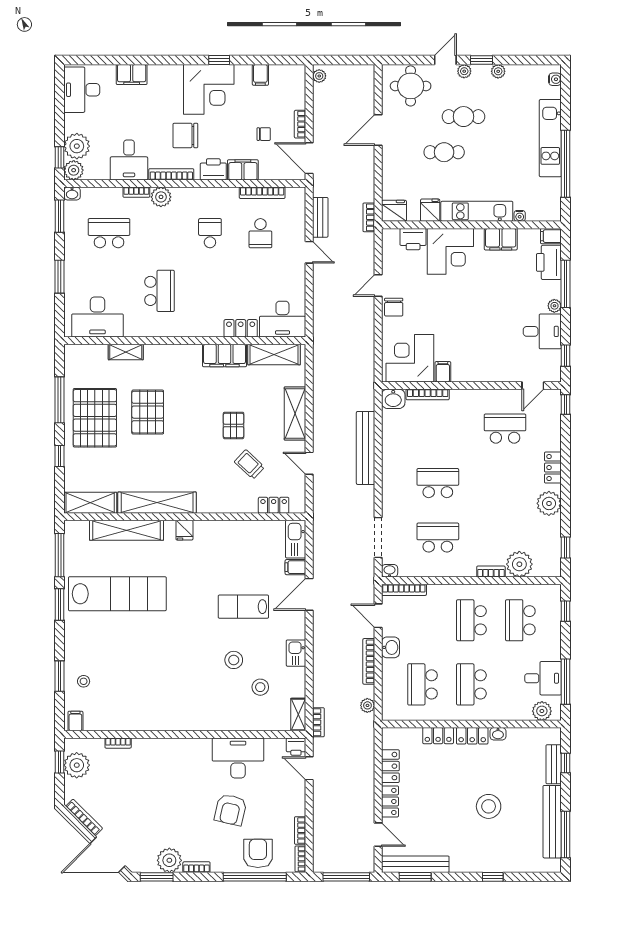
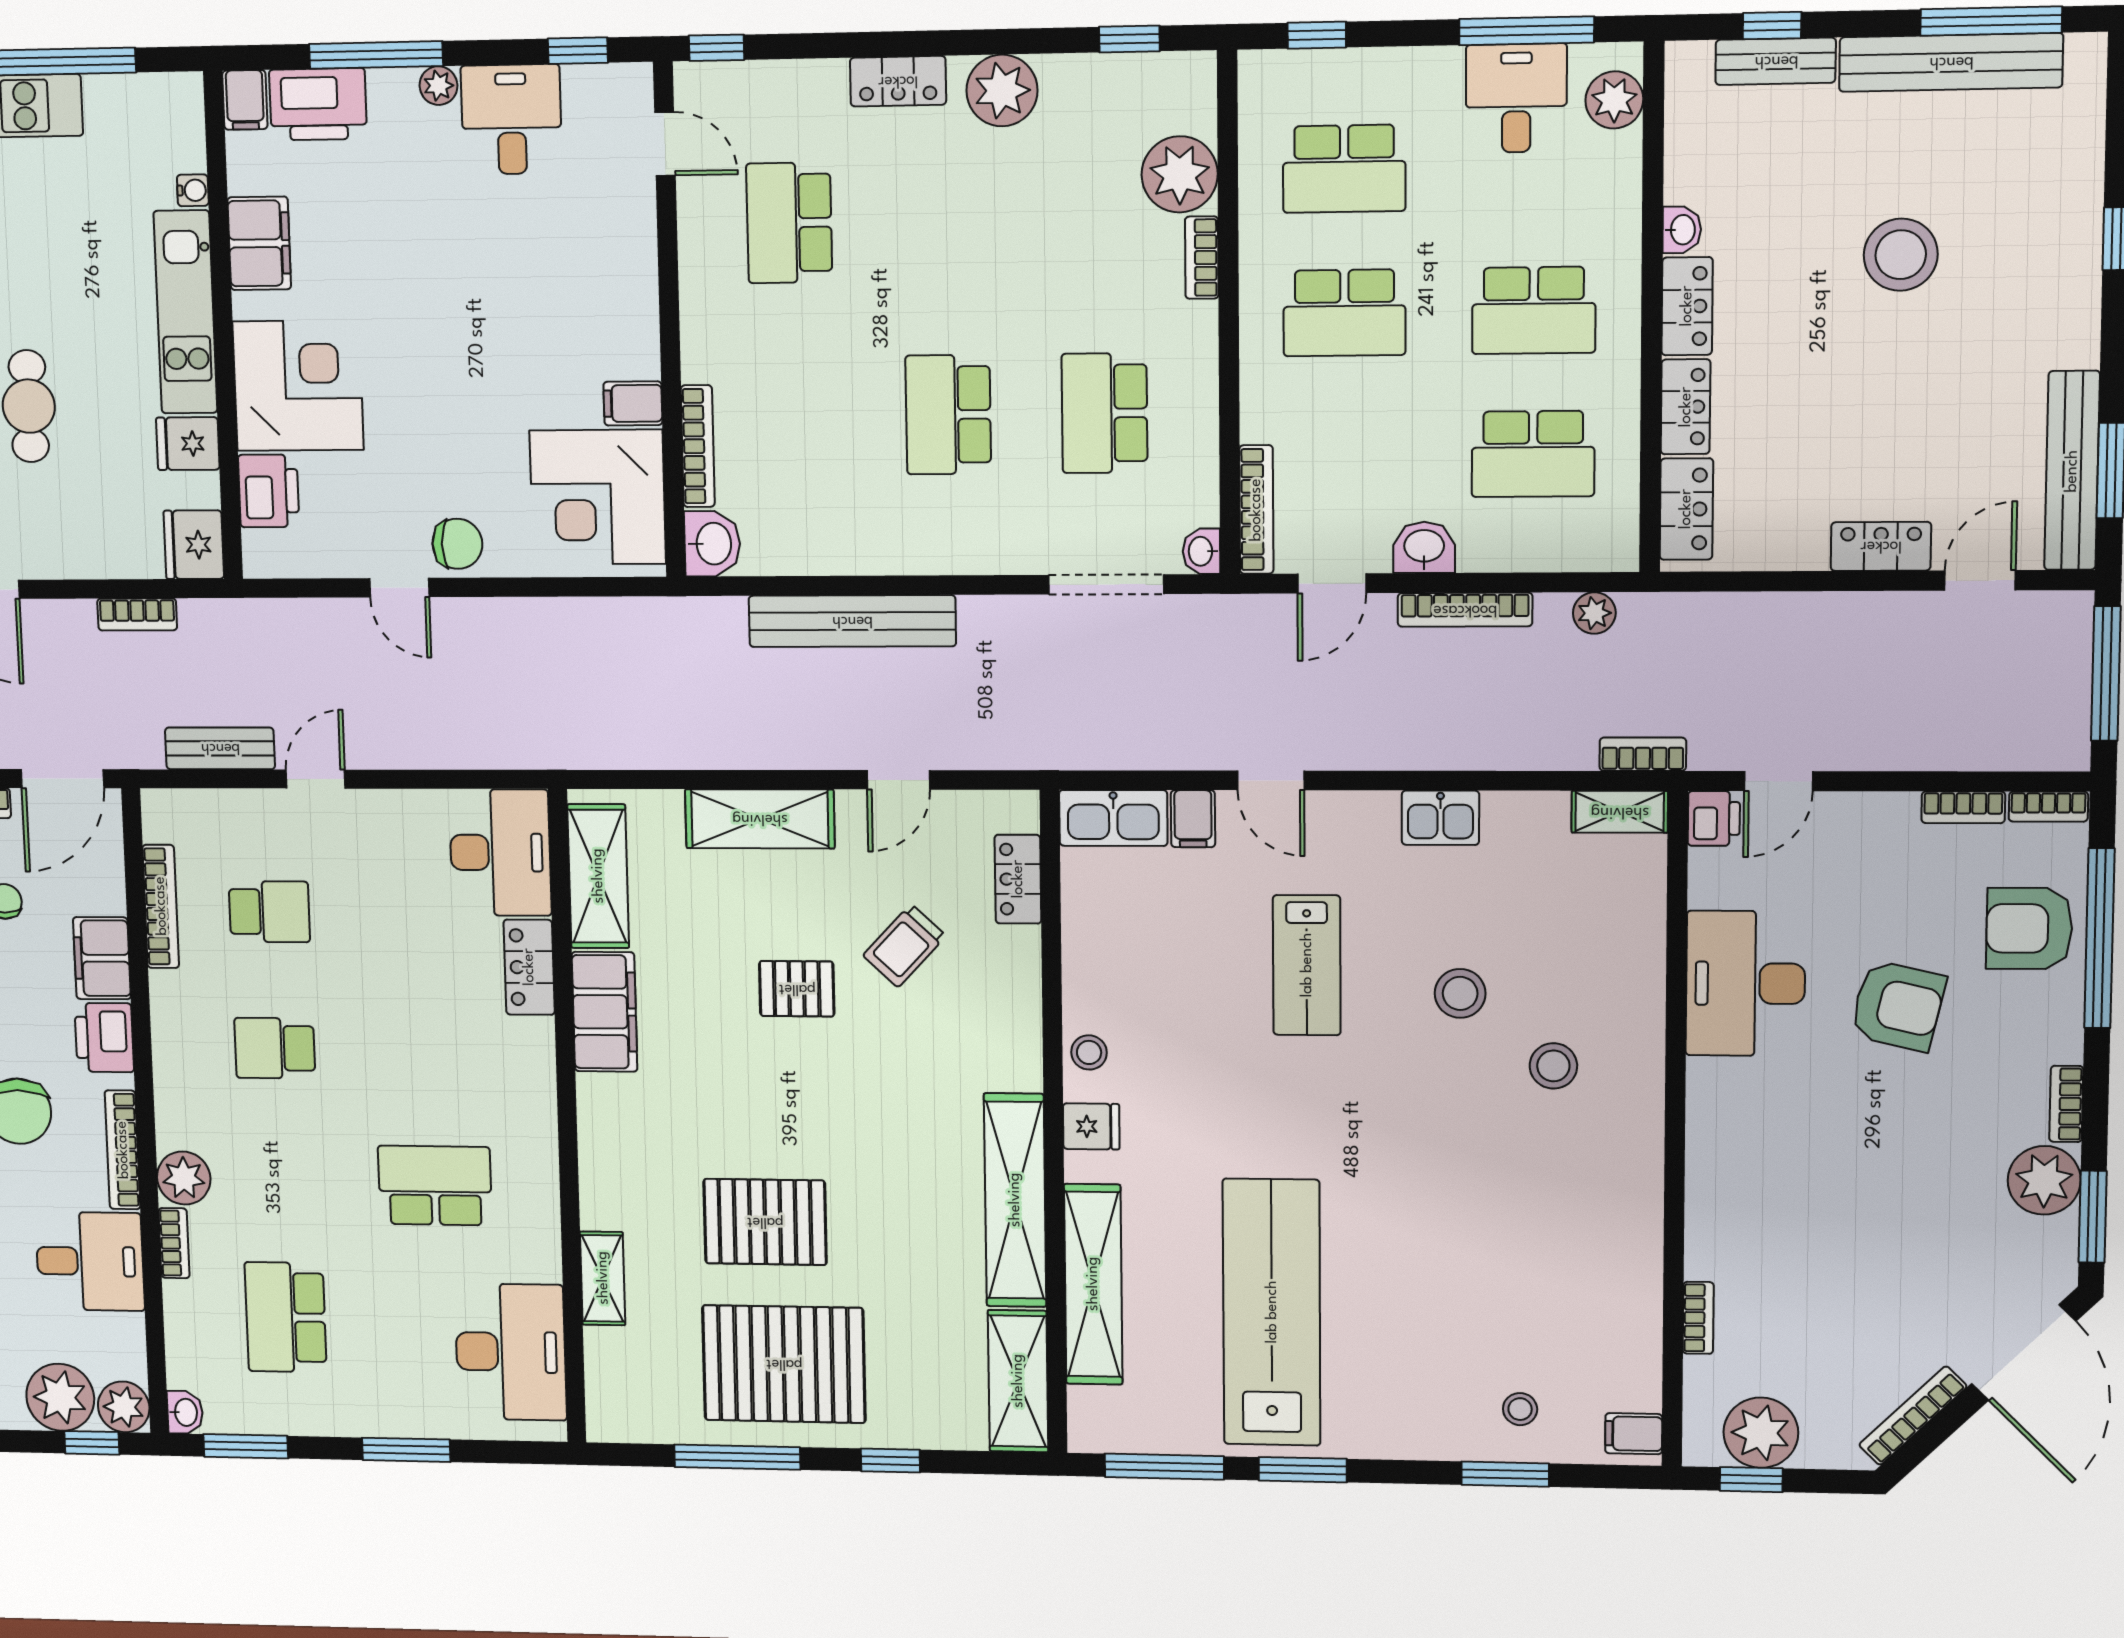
bookcase: (369, 217) -> (137, 614), moved
stool: (211, 530) -> (1089, 1052), added
door: (309, 594) -> (1271, 780), width x0.73
stool: (260, 687) -> (1553, 1066), moved
locker: (390, 766) -> (1686, 509), moved, turned 90

